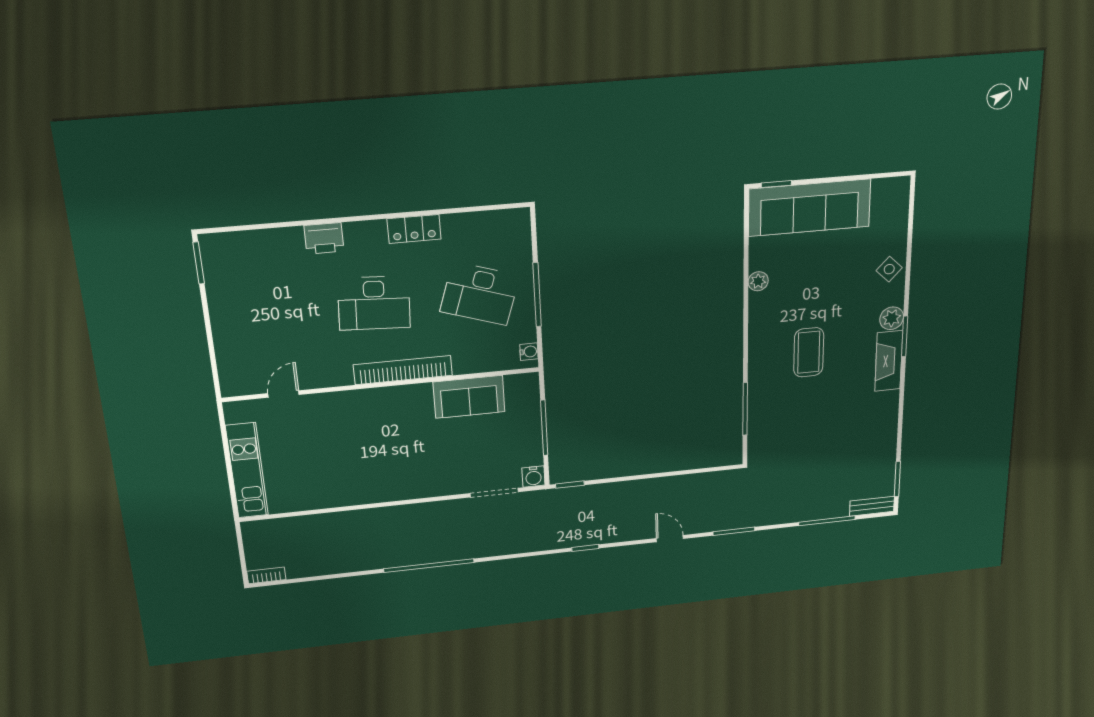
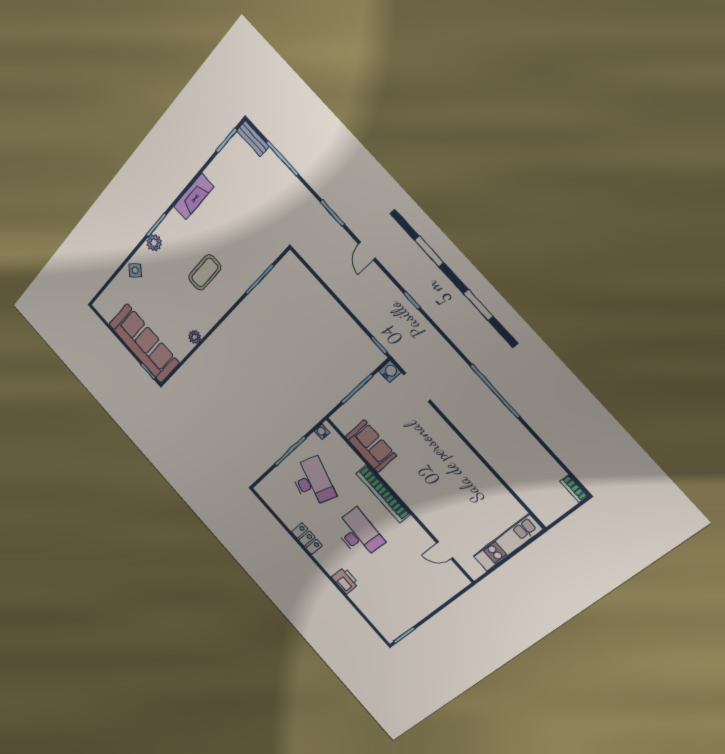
fireplace: (889, 361) -> (194, 197), moved

